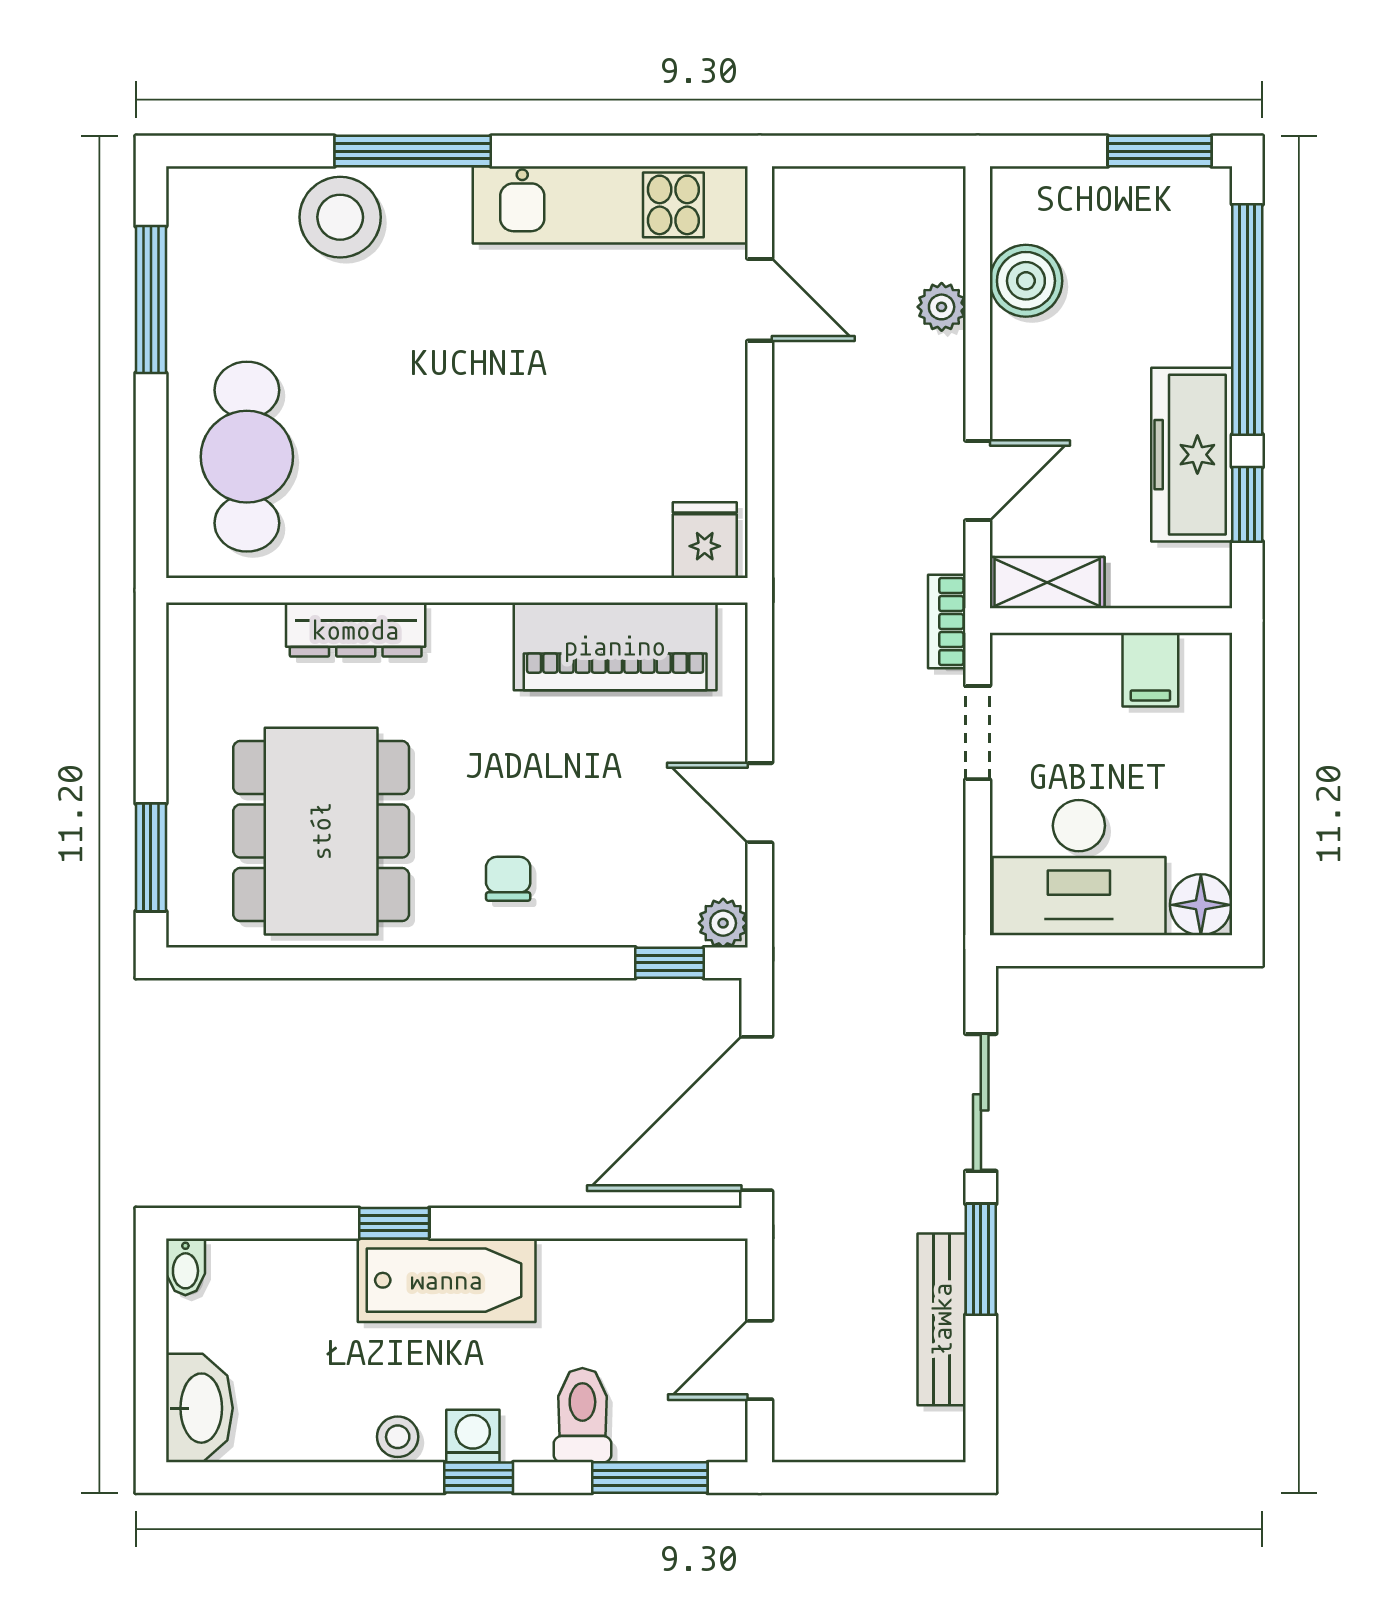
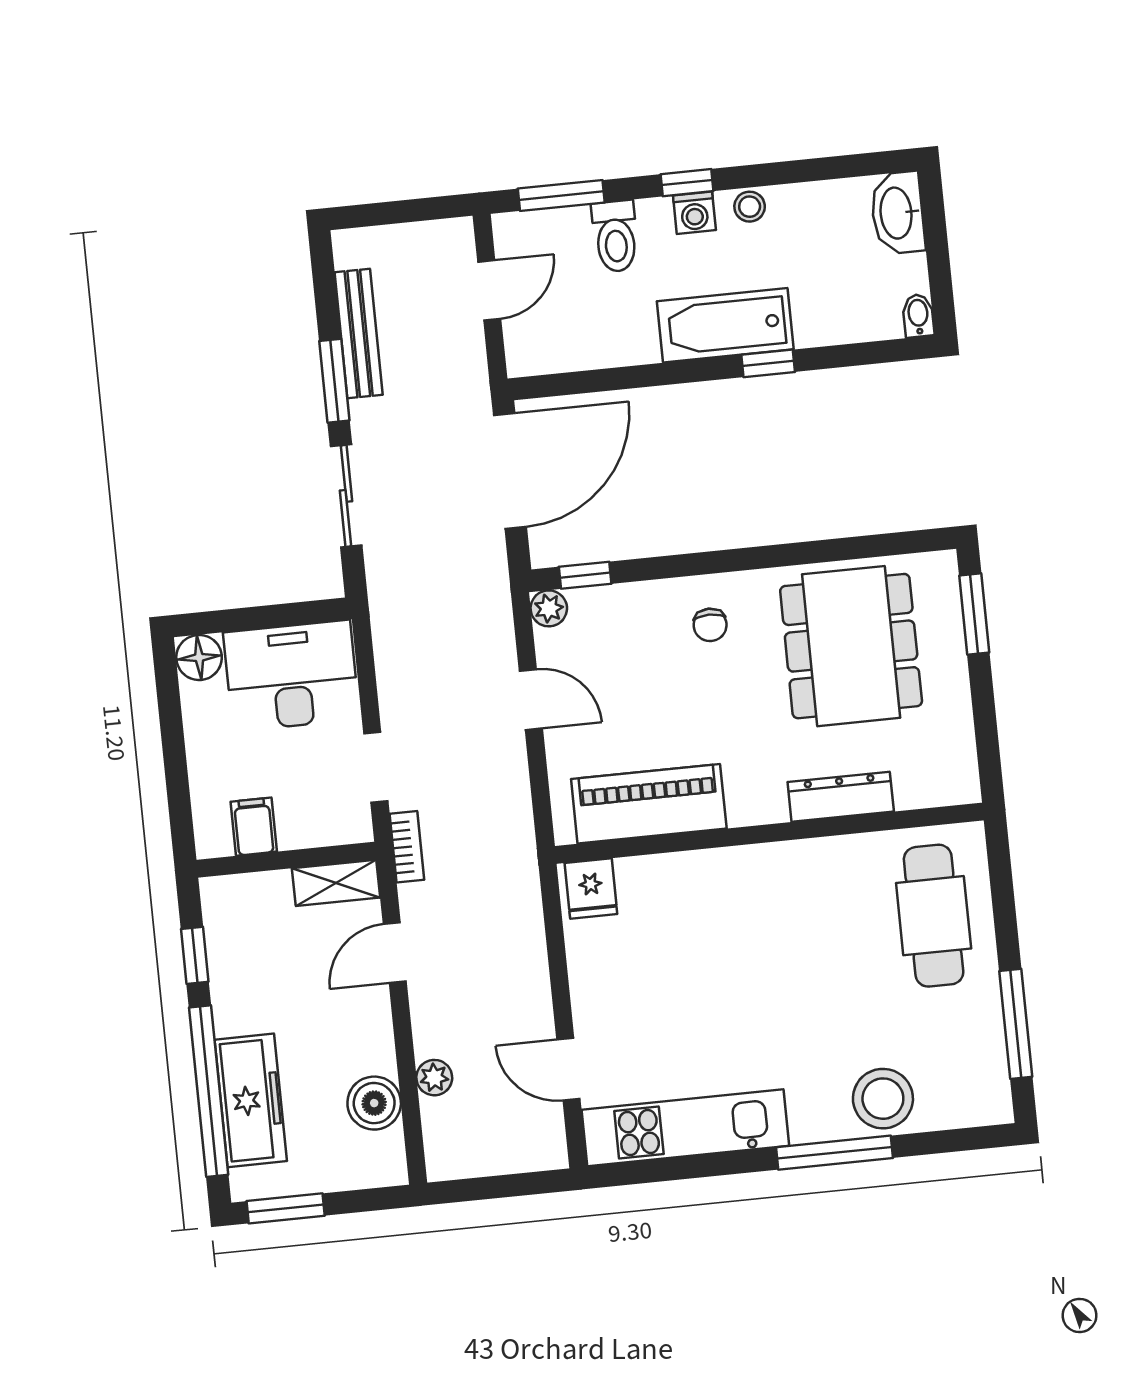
freezer: (1192, 455) -> (251, 1100), moved

